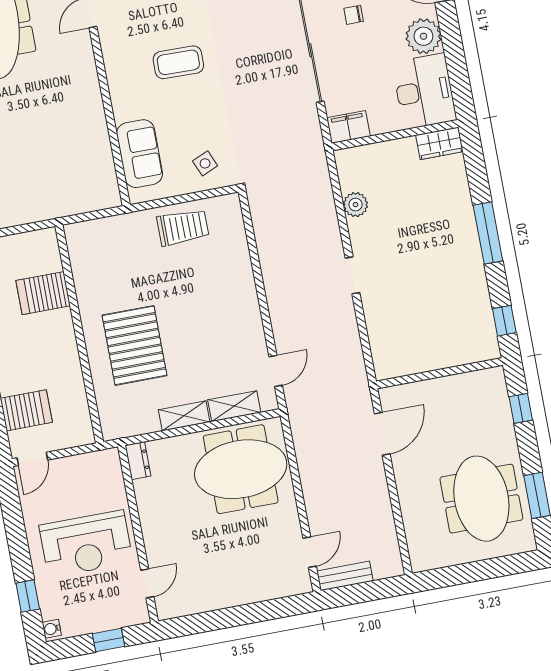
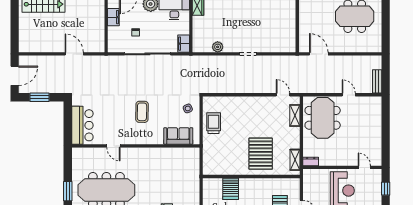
pallet: (134, 345) -> (261, 154), turned 90
shelving: (184, 416) -> (295, 160), moved
door: (310, 552) -> (349, 95), moved

